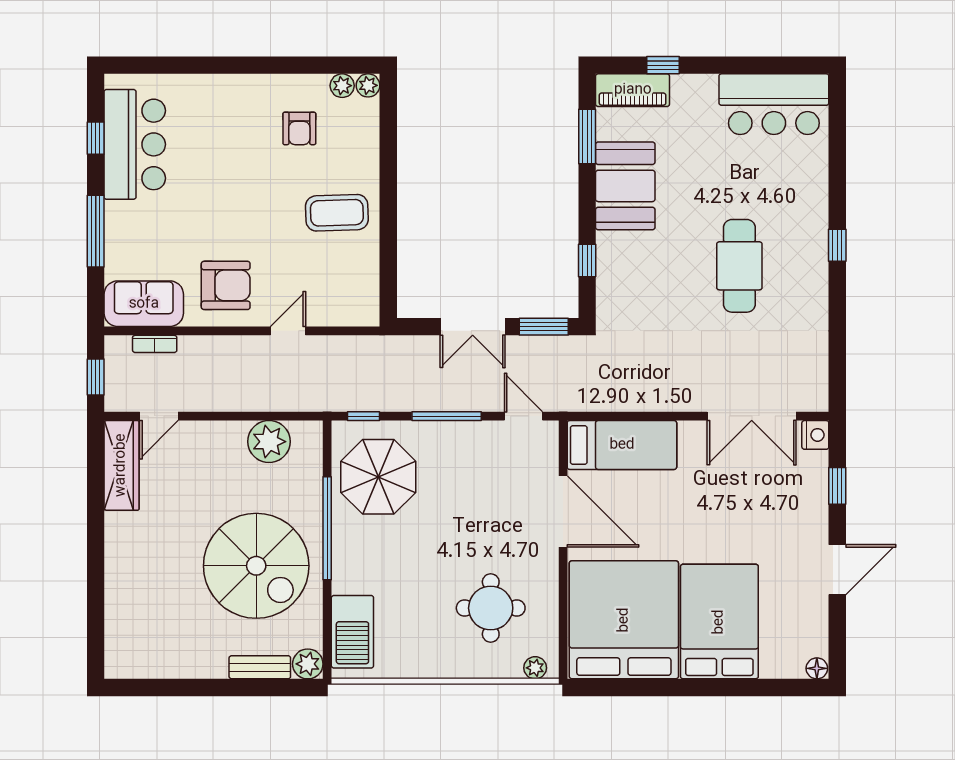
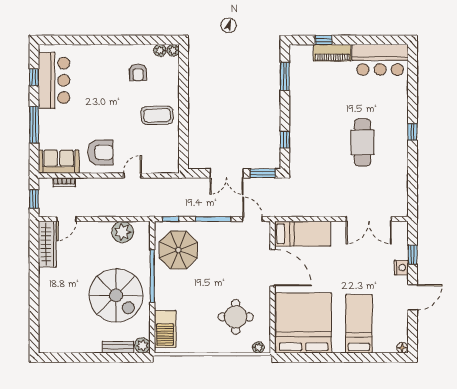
piano: (633, 90) -> (332, 53), moved
booth: (625, 186) -> (304, 102), removed
nightstand: (815, 435) -> (401, 268), moved
bed: (719, 622) -> (359, 324), width x0.67

